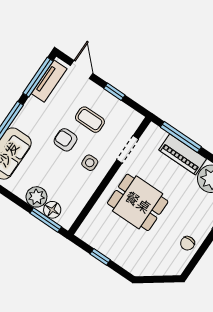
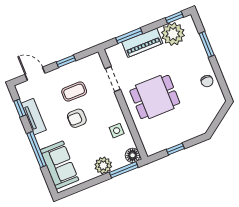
window: (38, 77) -> (20, 108), width x0.46
tv unit: (49, 81) -> (34, 117), moved
window: (181, 137) -> (129, 36), width x0.69
side table: (90, 163) -> (117, 131), moved
floor lamp: (52, 210) -> (133, 155), moved

